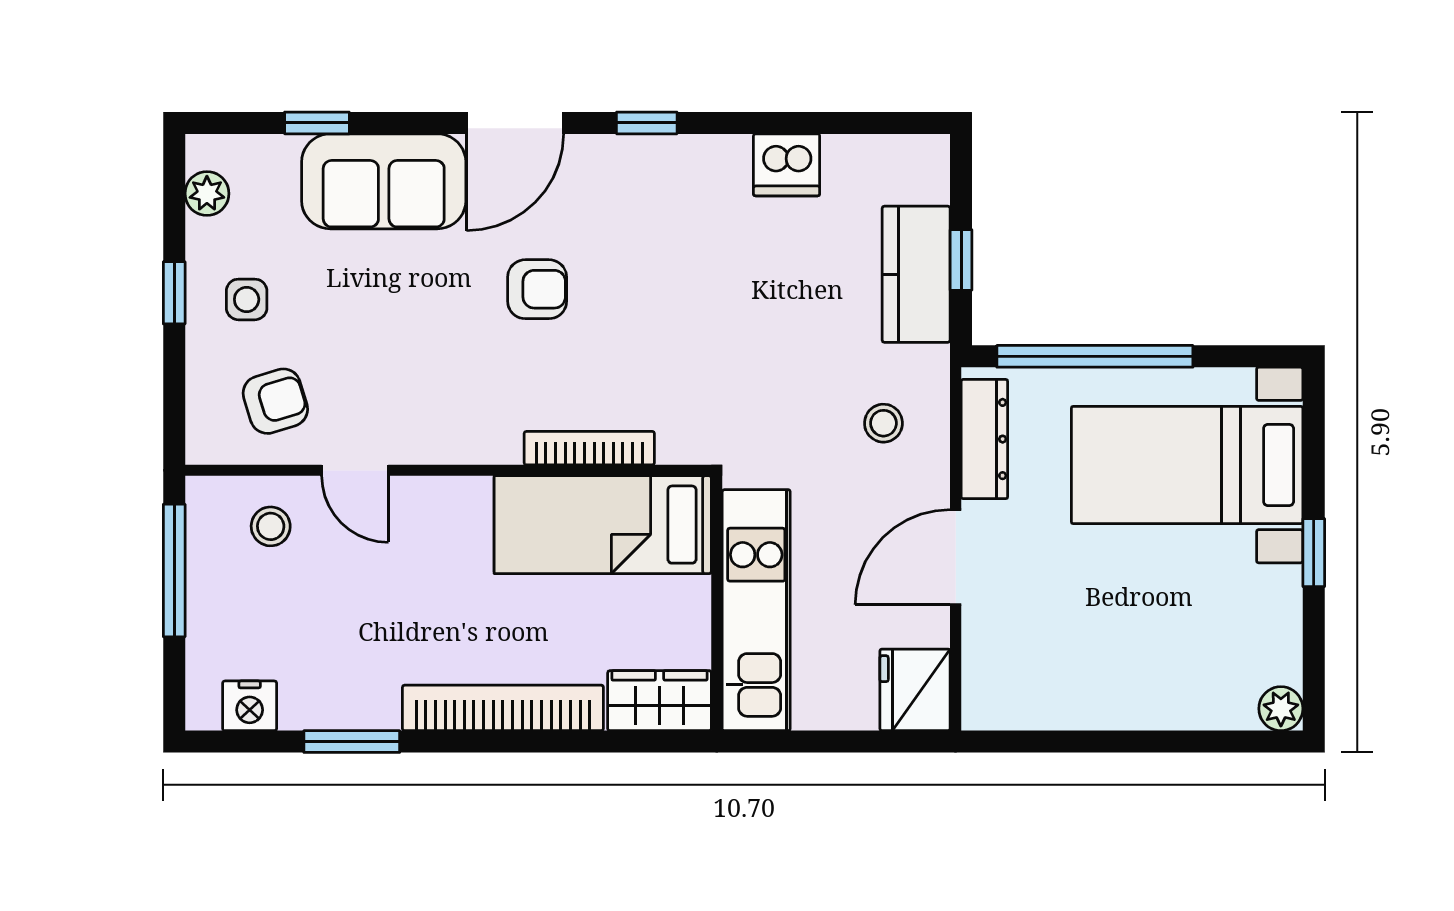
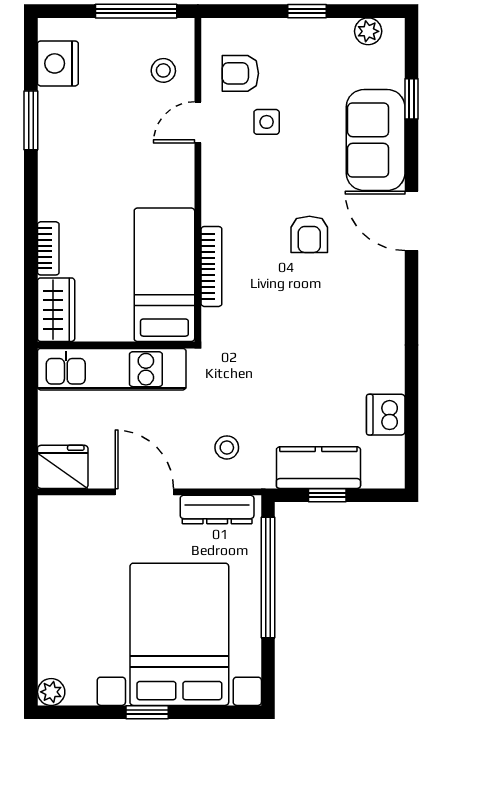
window: (647, 123) -> (412, 302), removed
dishwasher: (787, 165) -> (386, 415), moved
side table: (247, 299) -> (267, 122), moved
armchair: (275, 401) -> (240, 73), turned 107
bed with nightstands: (1187, 465) -> (179, 634), width x1.36
nightstand: (250, 706) -> (58, 63), width x1.36, depth x1.33
bookcase: (503, 708) -> (48, 248), width x0.43, depth x0.76

